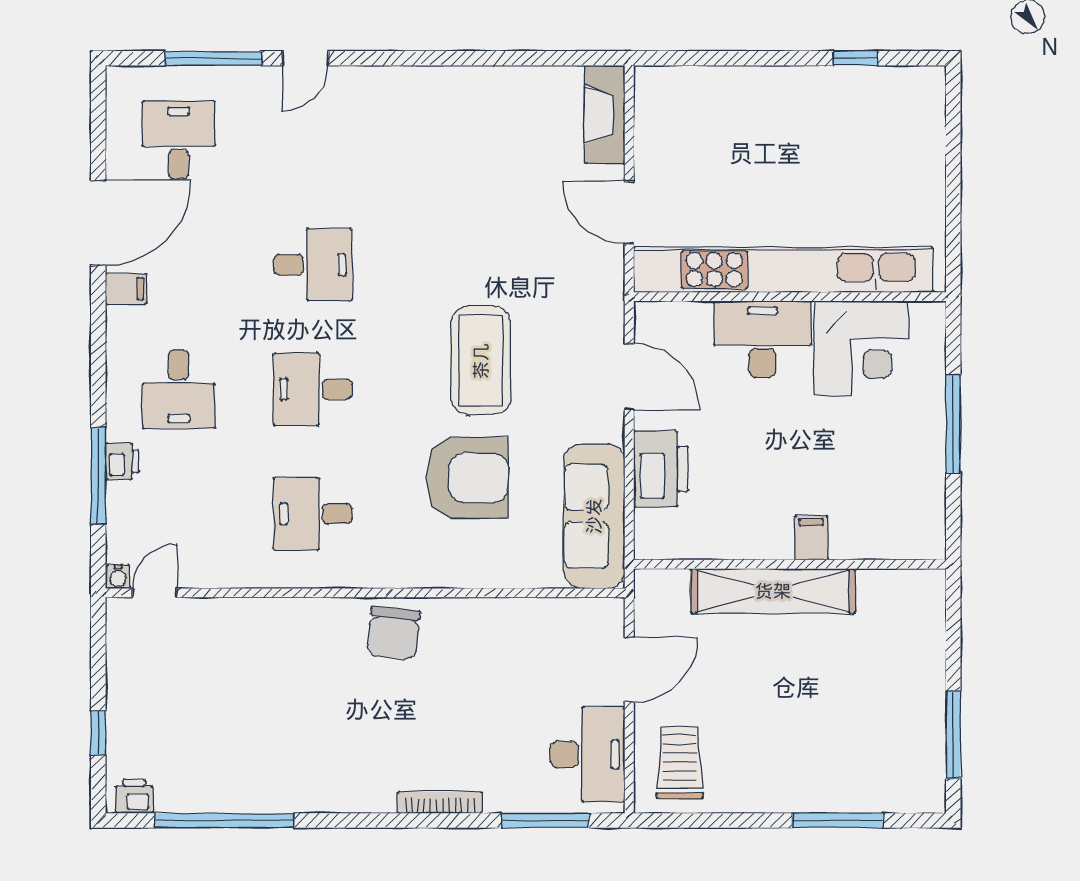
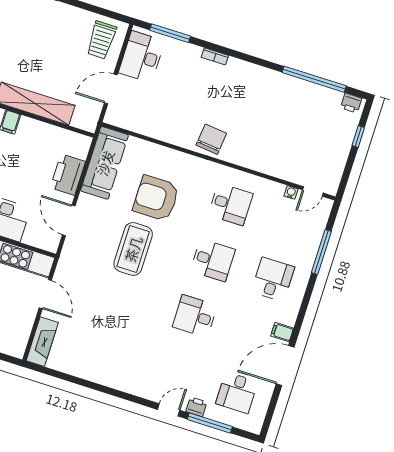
printer: (122, 461) -> (196, 407), moved, turned 90
water cooler: (118, 577) -> (291, 192), moved
bookcase: (440, 802) -> (215, 56), width x0.64

